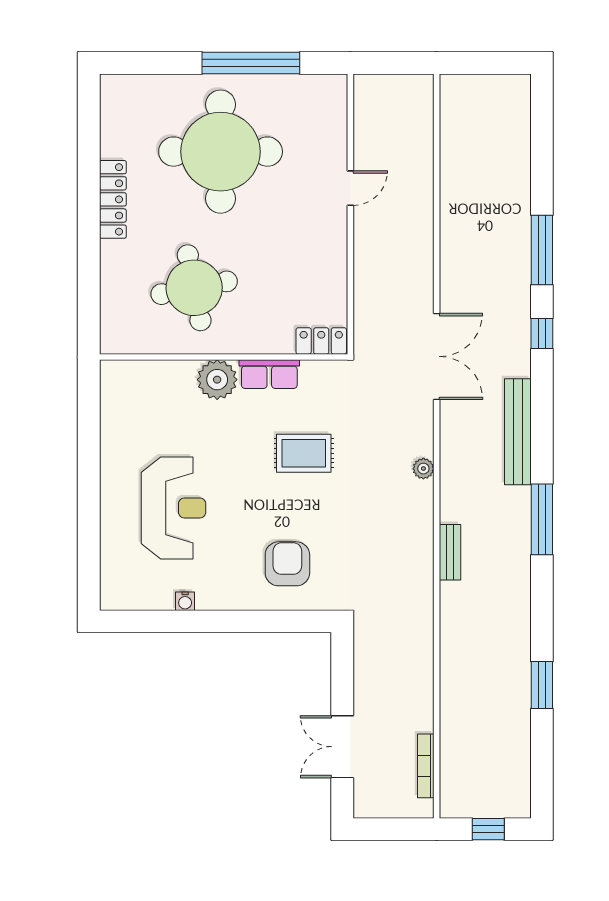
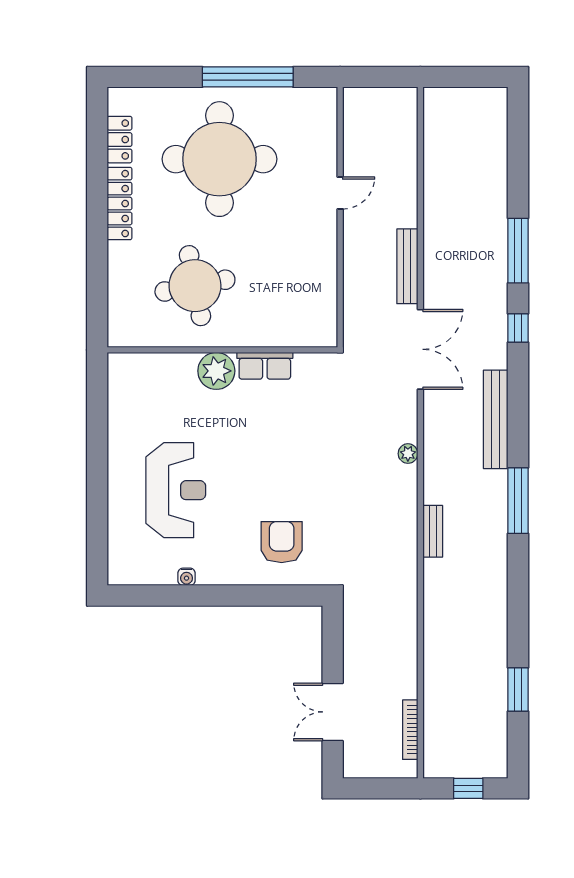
bench: (423, 267) -> (407, 266), added
locker: (321, 341) -> (119, 140), moved, turned 90
rug: (304, 453) -> (297, 439), removed
window: (542, 685) -> (518, 689), moved

